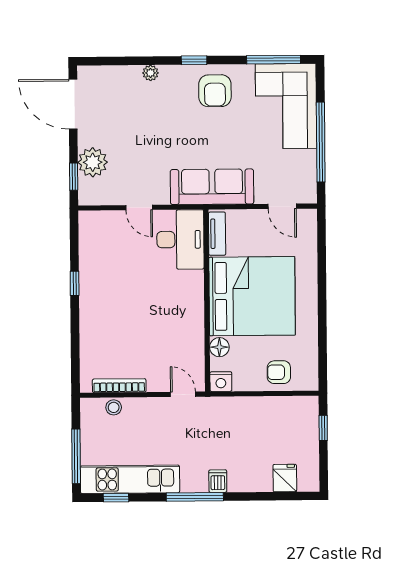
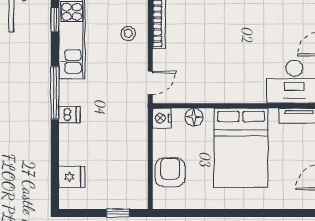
bed: (252, 296) -> (241, 148), width x0.73
armchair: (279, 372) -> (170, 172), width x1.38, depth x1.38
stool: (114, 407) -> (128, 33), moved

